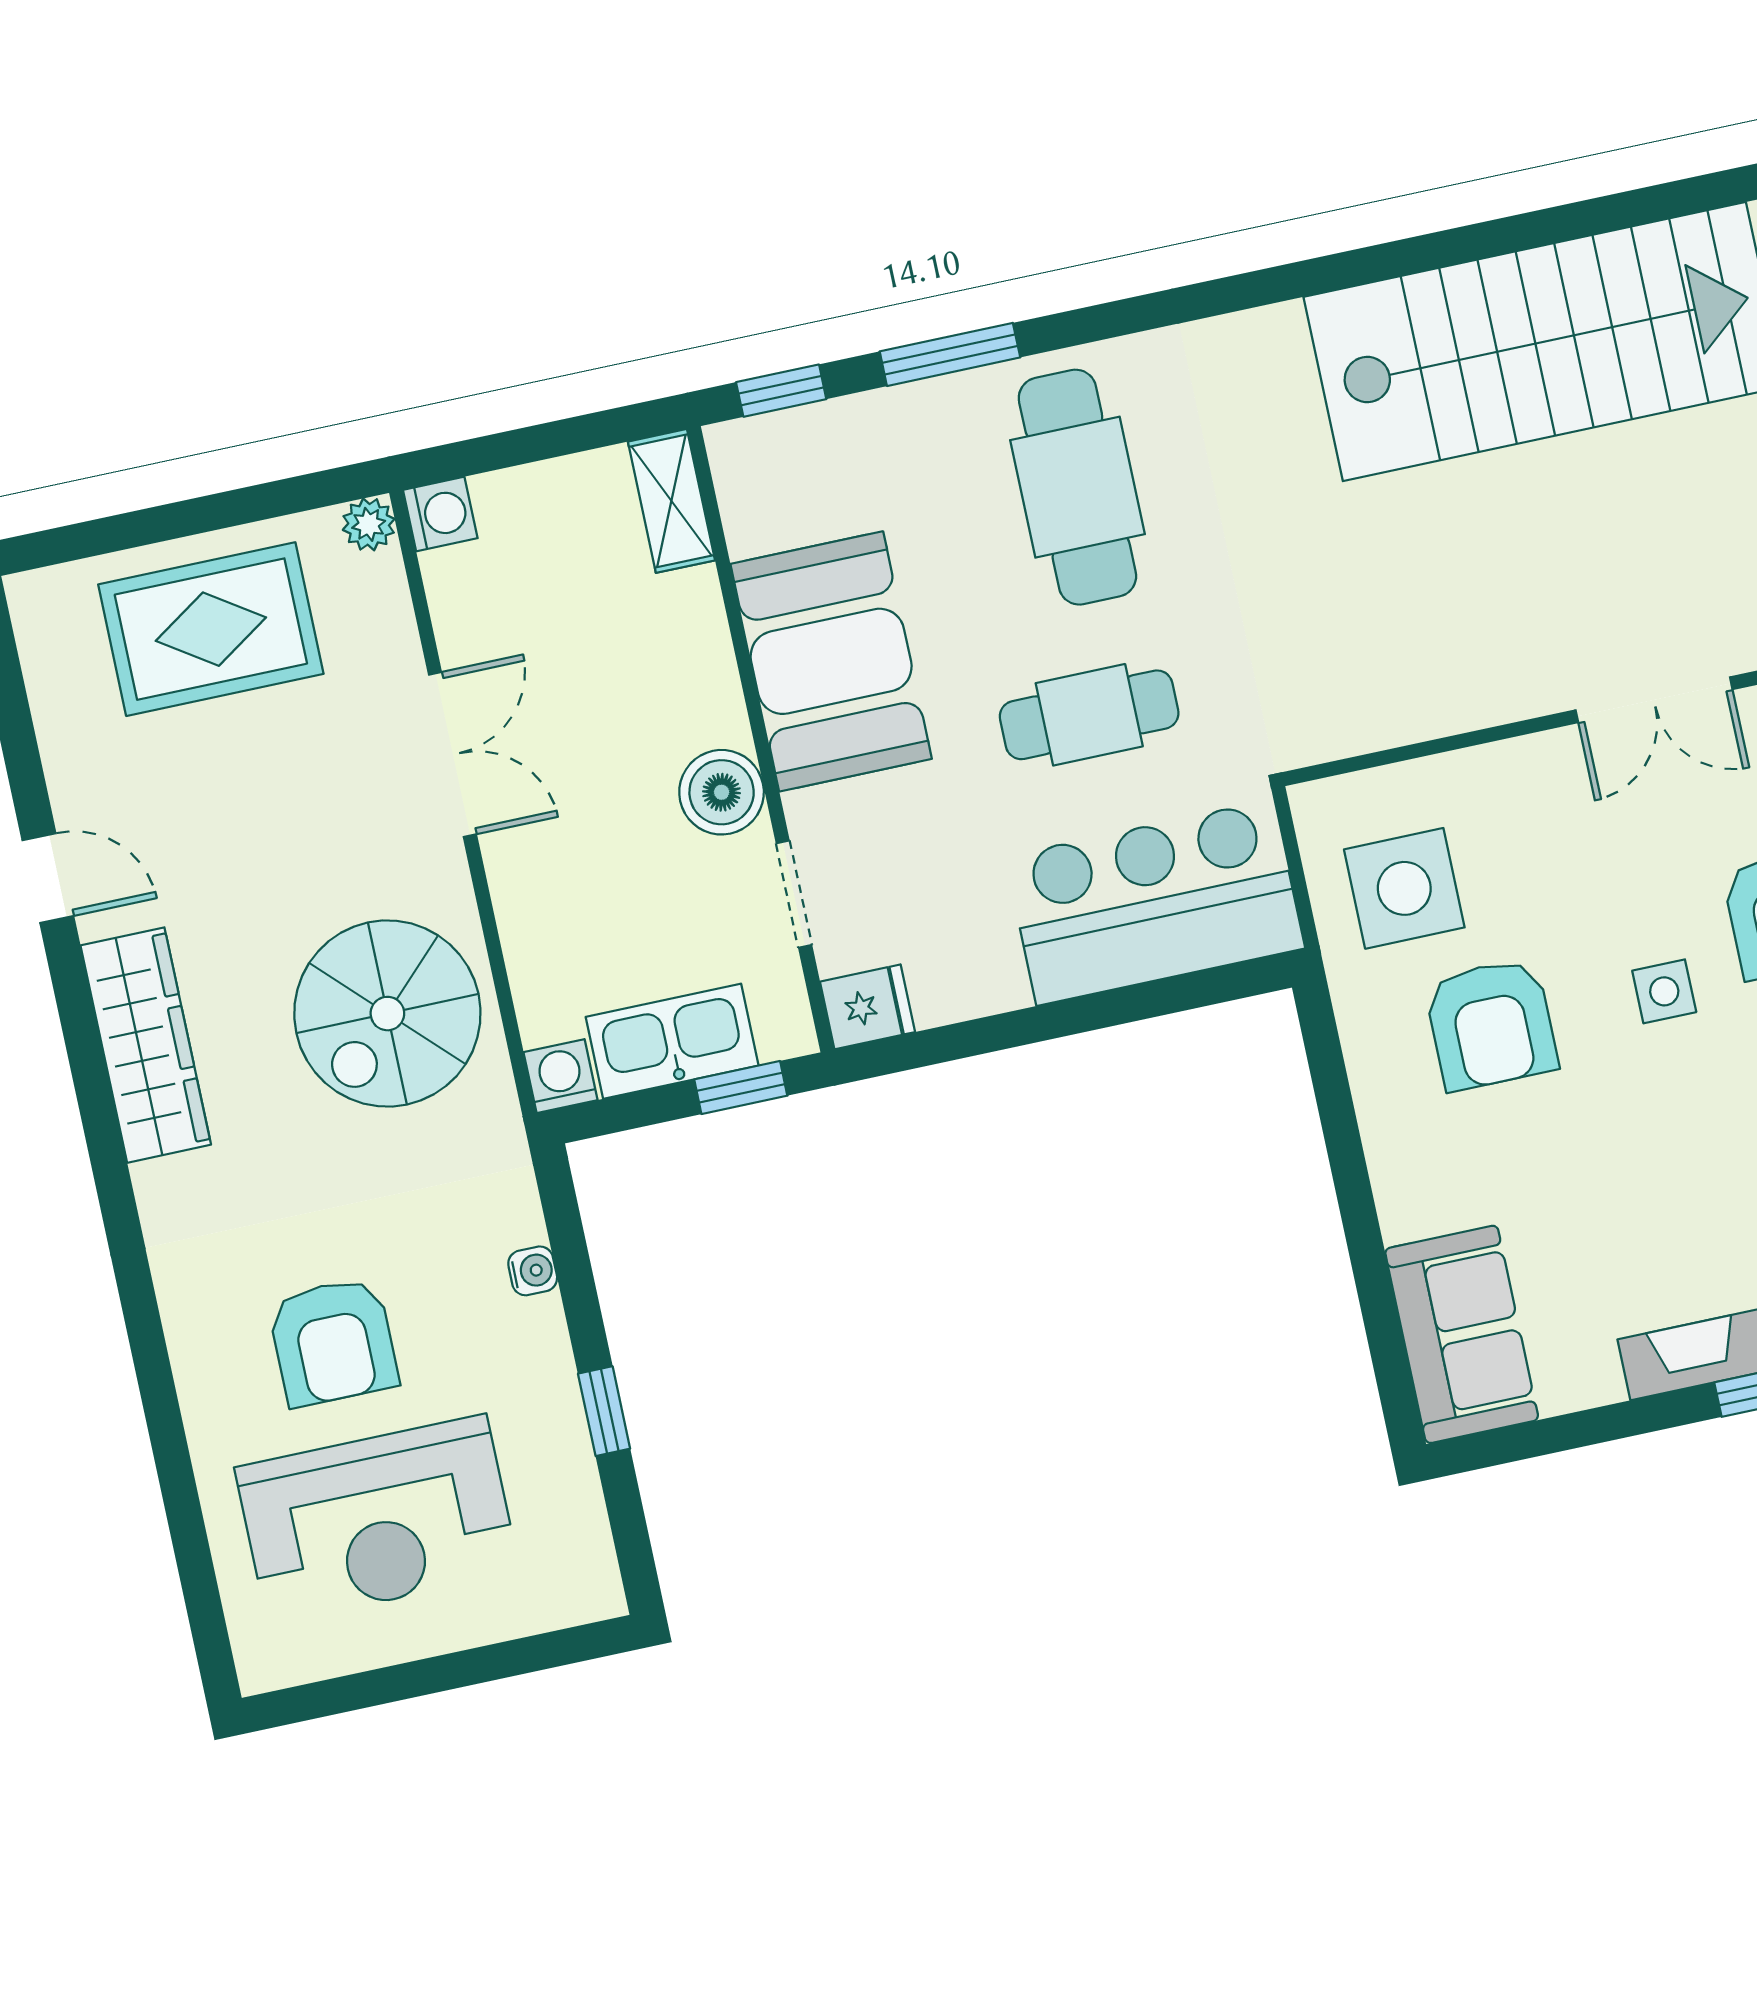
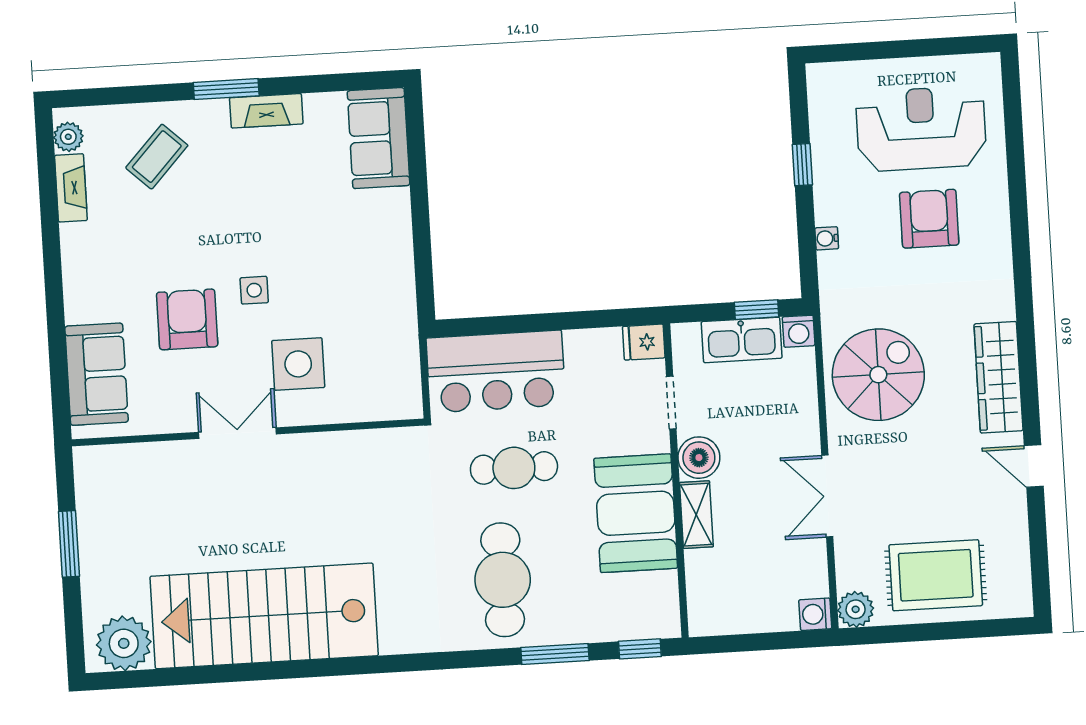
shelving: (671, 501) -> (696, 515), moved
plant: (369, 524) -> (856, 609), width x1.38, depth x1.38
side table: (1404, 888) -> (298, 364), moved
armchair: (1491, 1024) -> (341, 287), removed
window: (741, 1088) -> (756, 310), moved

